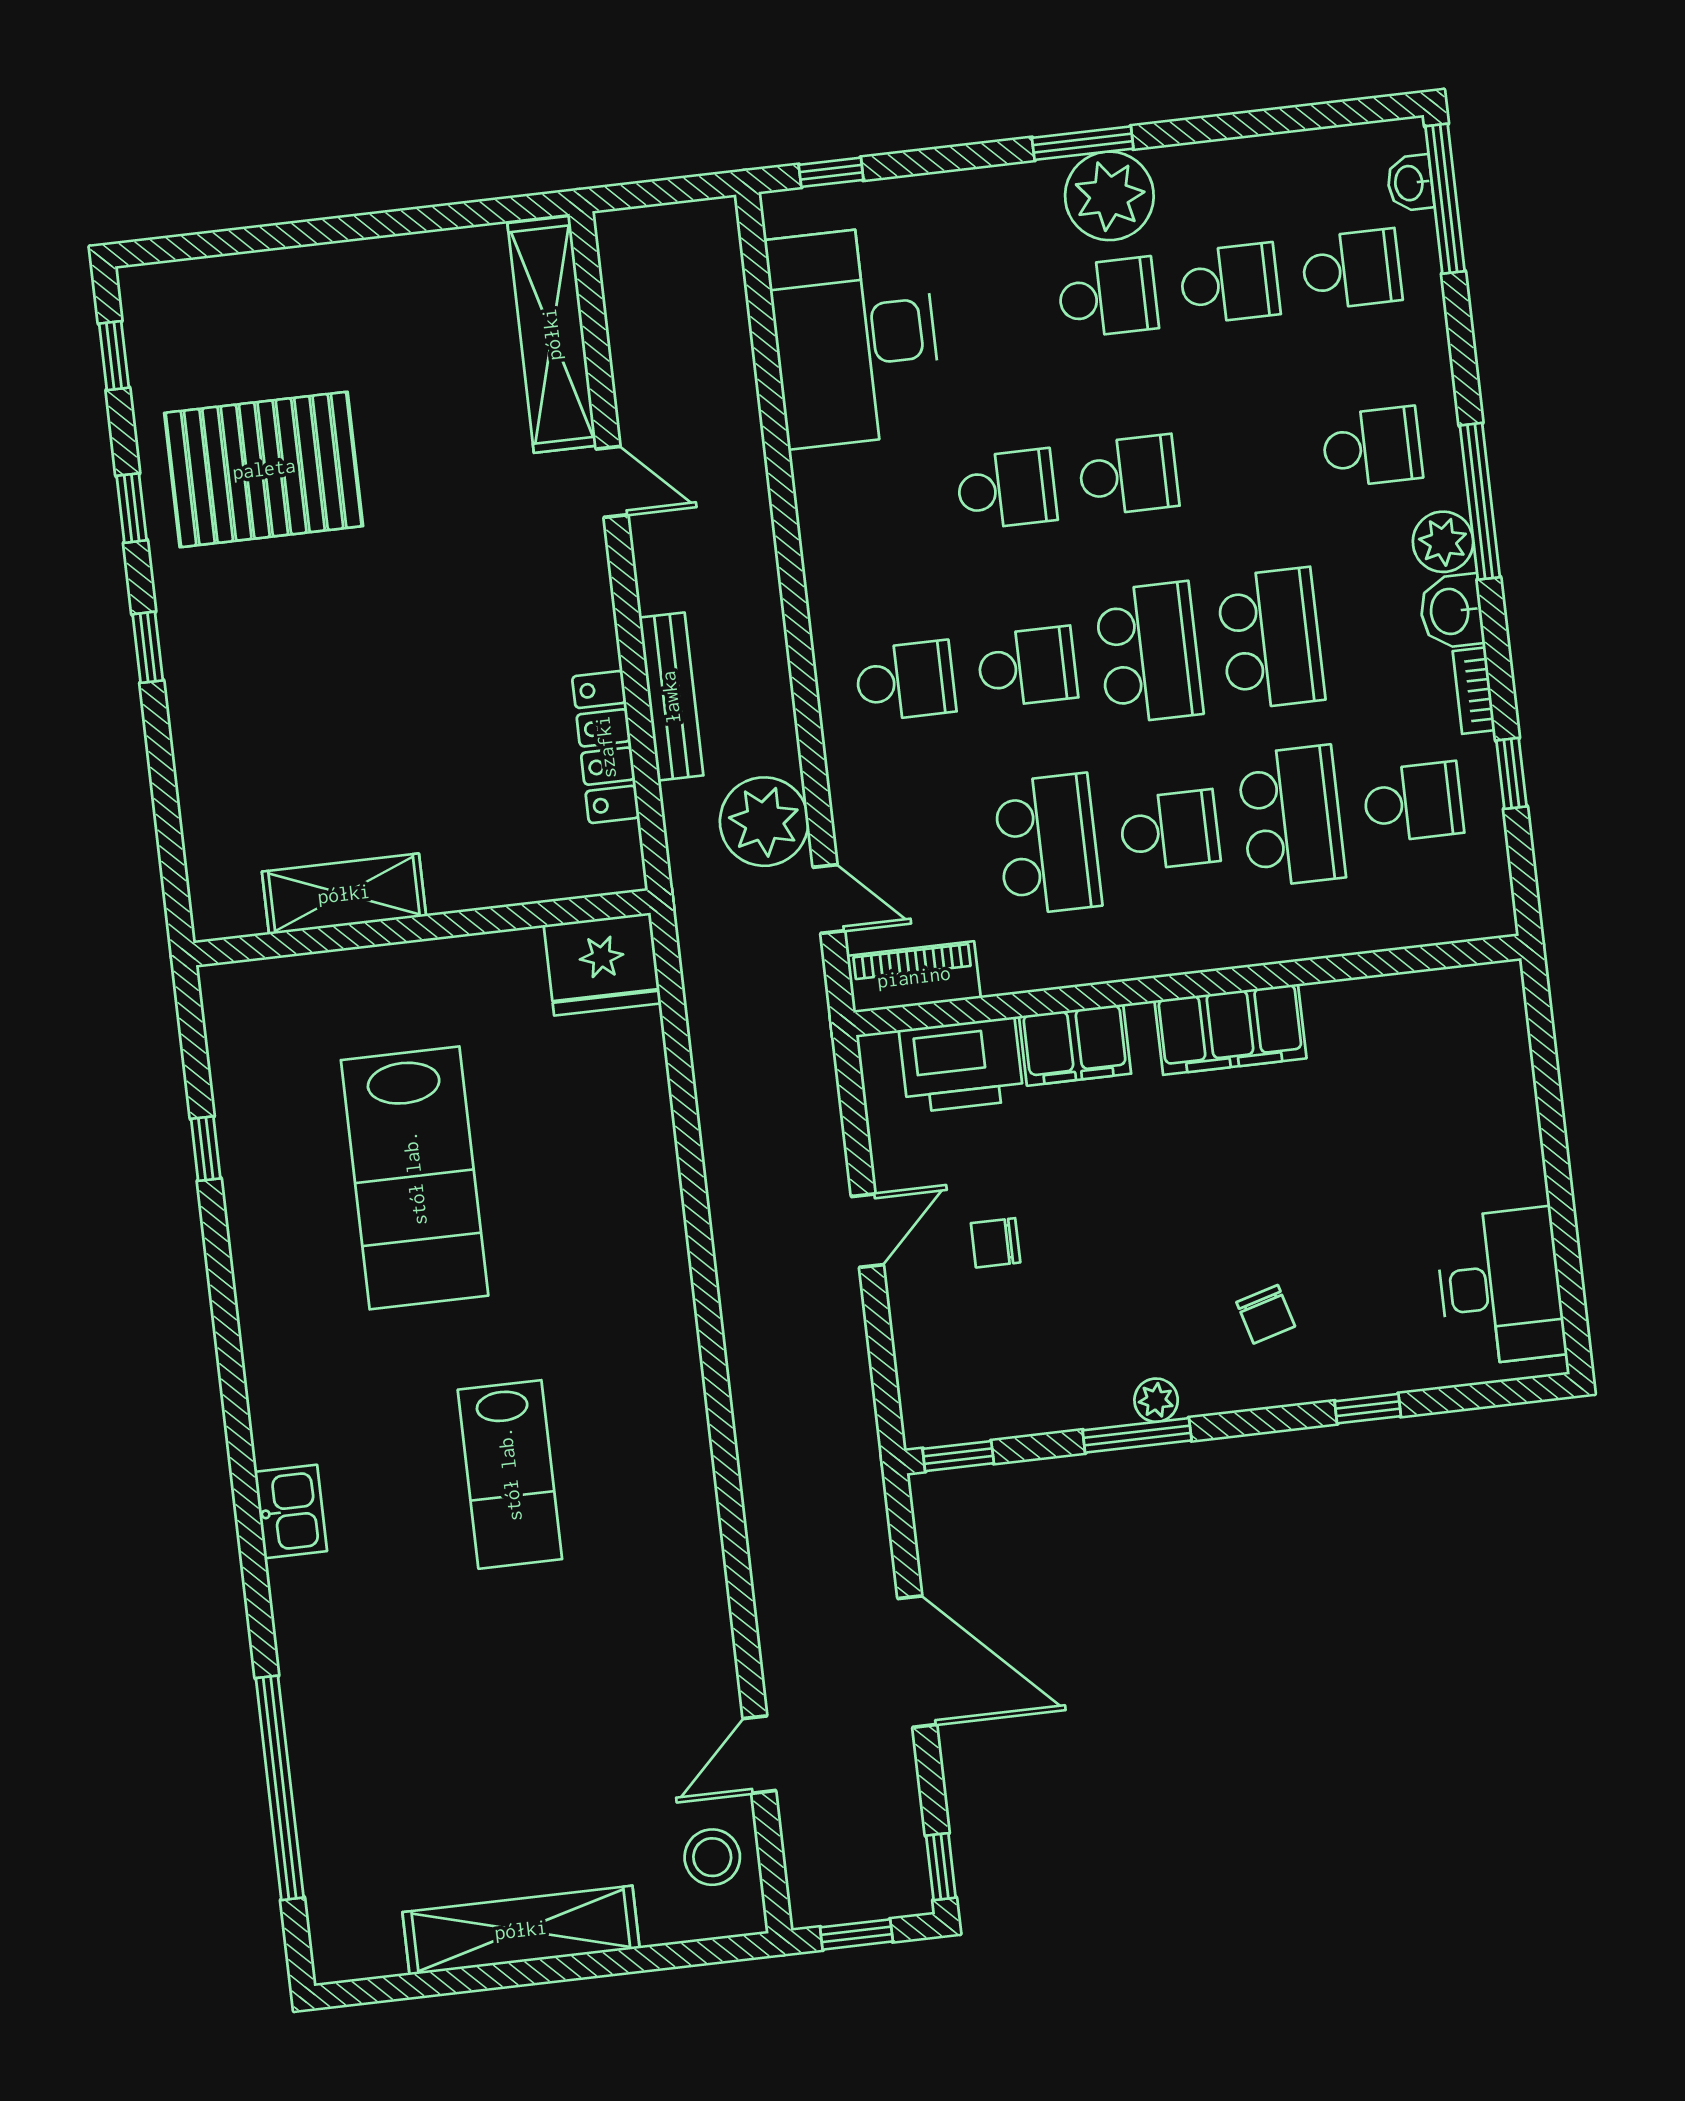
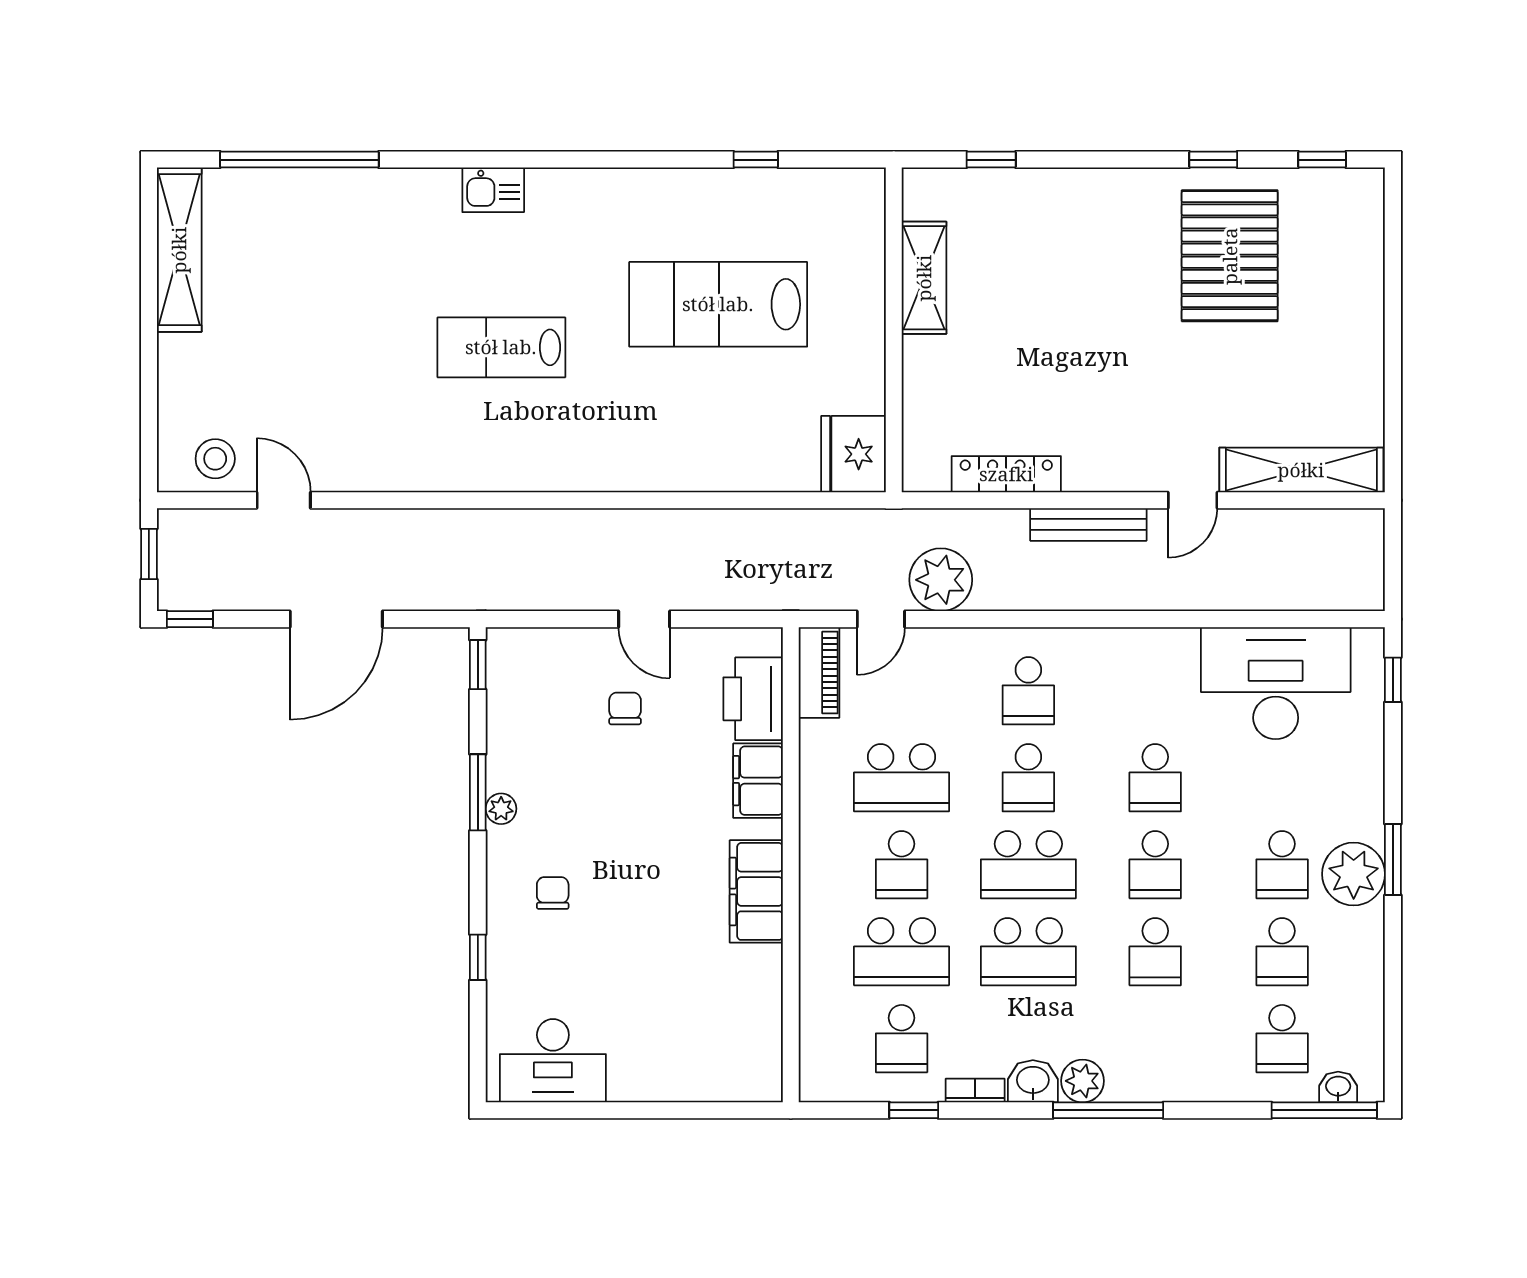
school desk: (1372, 447) -> (1155, 952), moved
window: (148, 647) -> (991, 160), moved
bench: (671, 697) -> (1088, 524), moved
chair: (1266, 1314) -> (553, 893), turned 106
shelving: (521, 1930) -> (179, 250), moved

